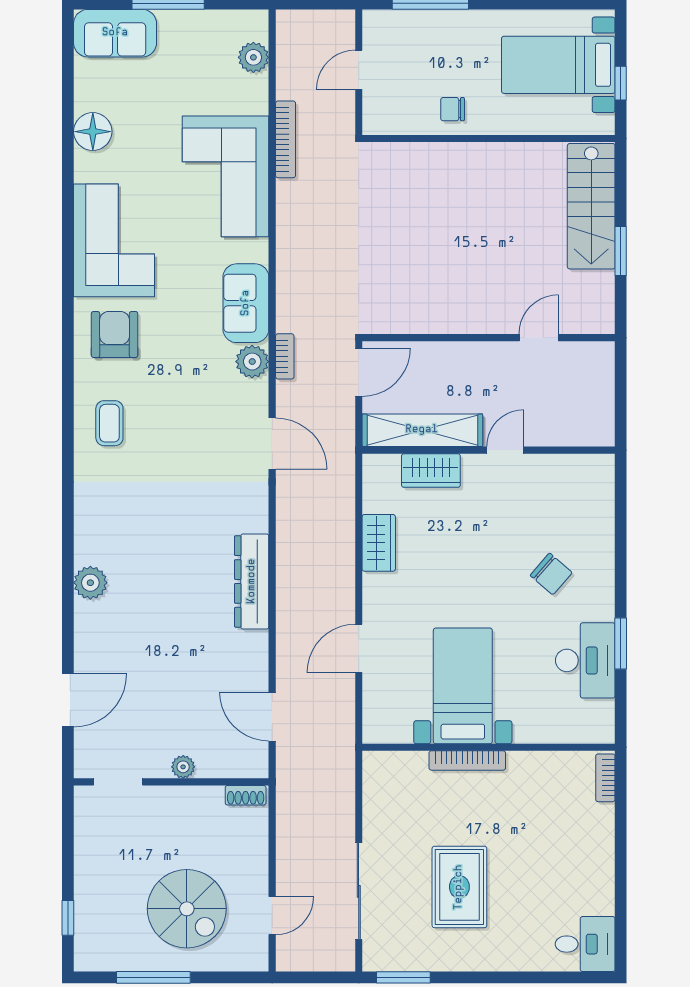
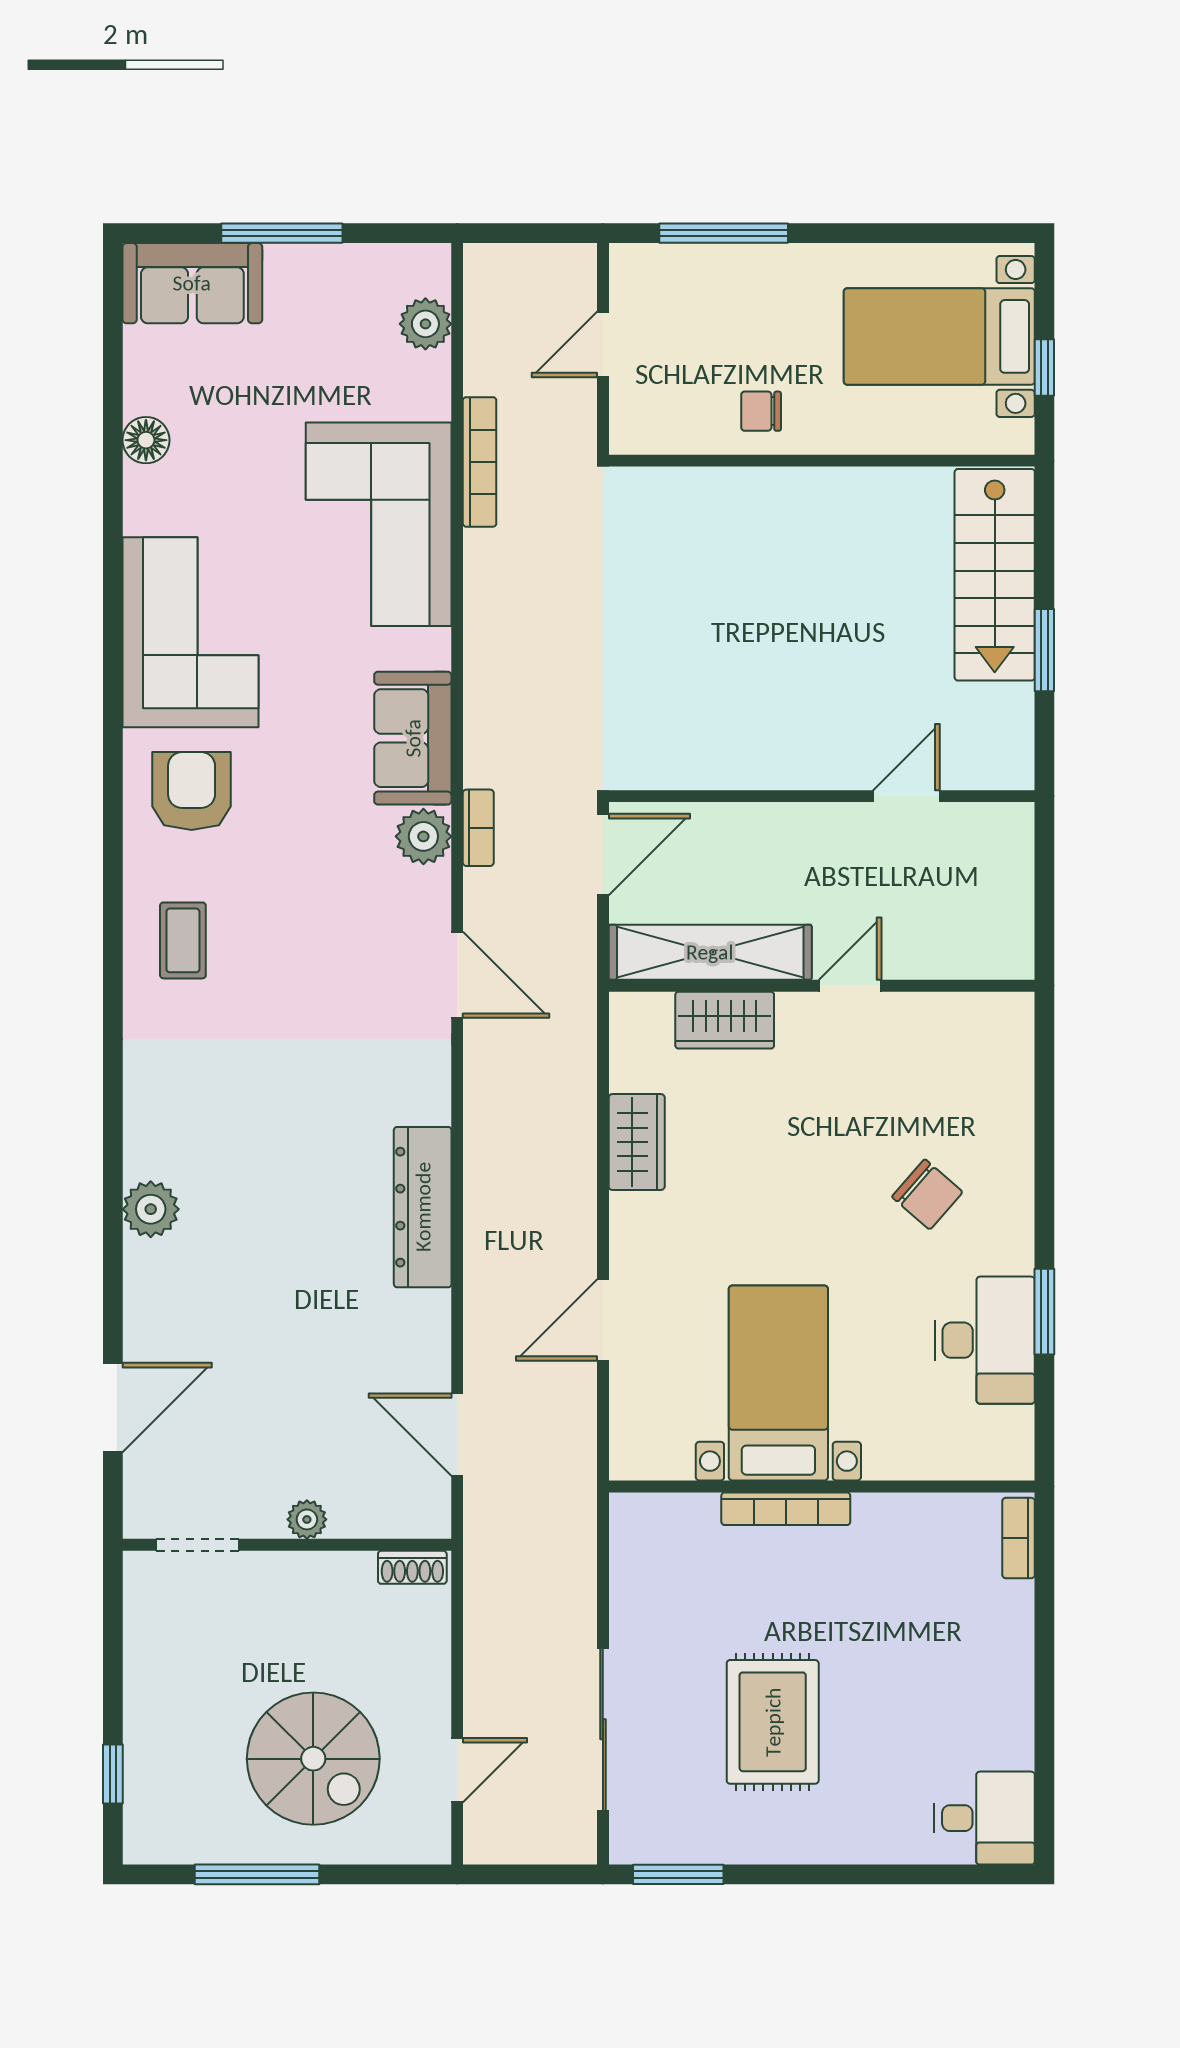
floor lamp: (93, 132) -> (146, 440), width x0.73, depth x0.73

